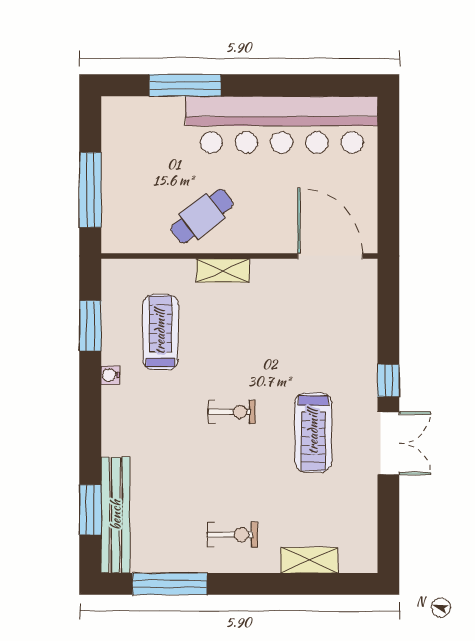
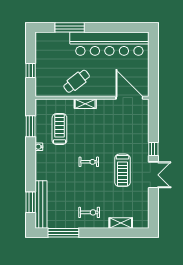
window: (90, 190) -> (31, 70), width x0.46

